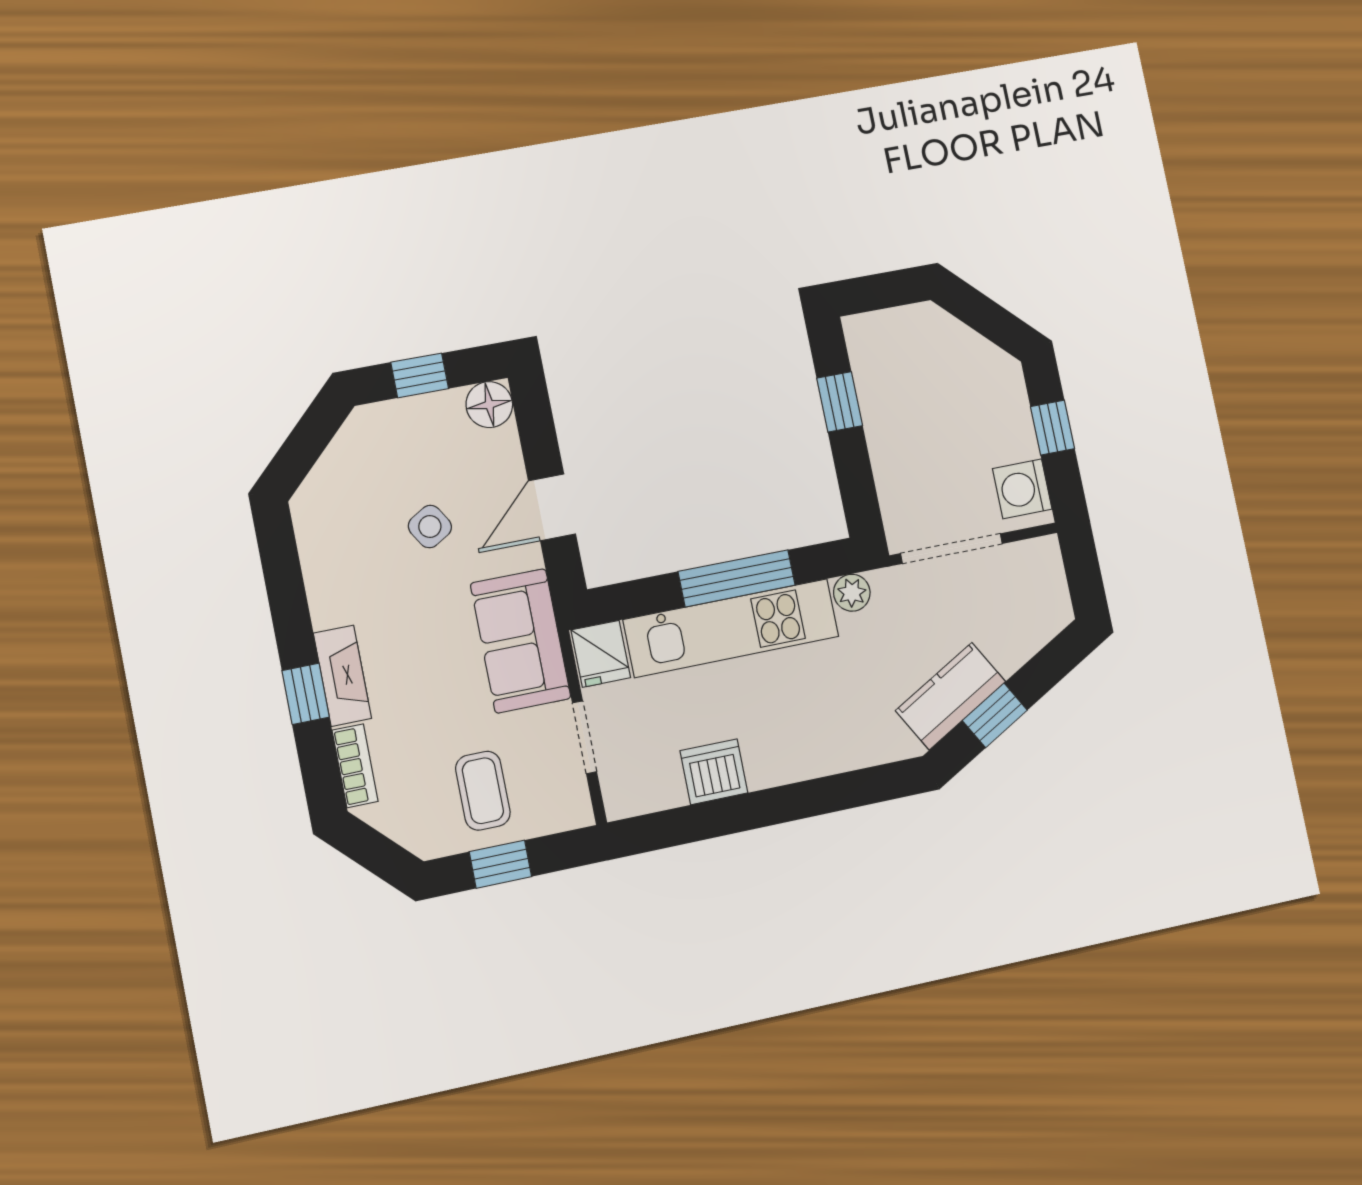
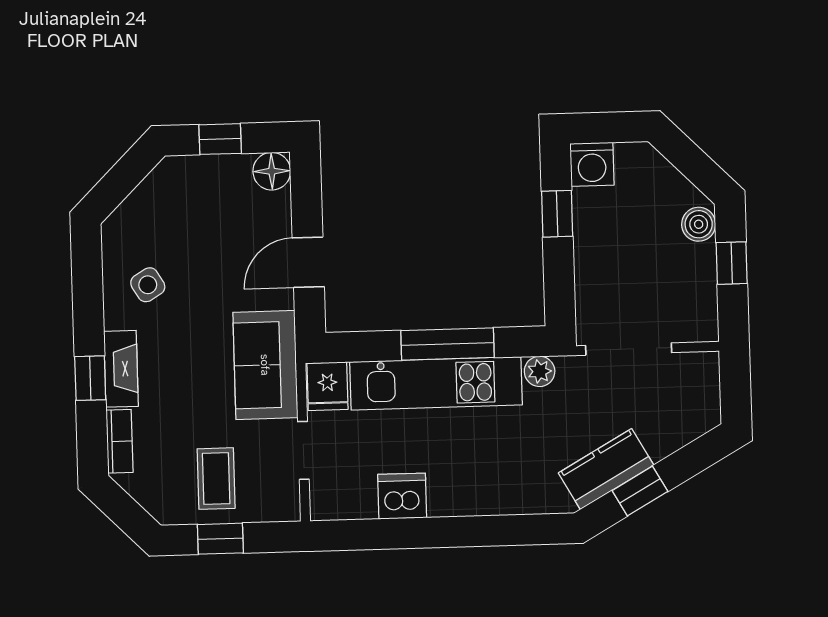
boiler: (1006, 388) -> (699, 224), added
washing machine: (1022, 489) -> (592, 164), moved, turned -90
side table: (430, 527) -> (148, 285), moved

